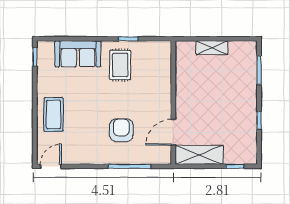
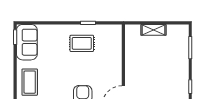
sofa: (78, 54) -> (27, 42), moved, turned -90
rug: (120, 65) -> (82, 43), turned 90

